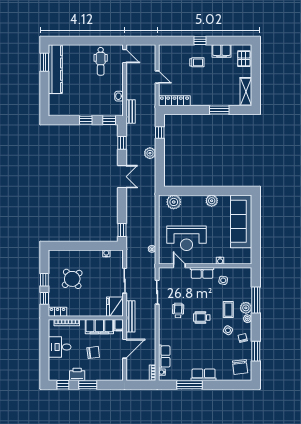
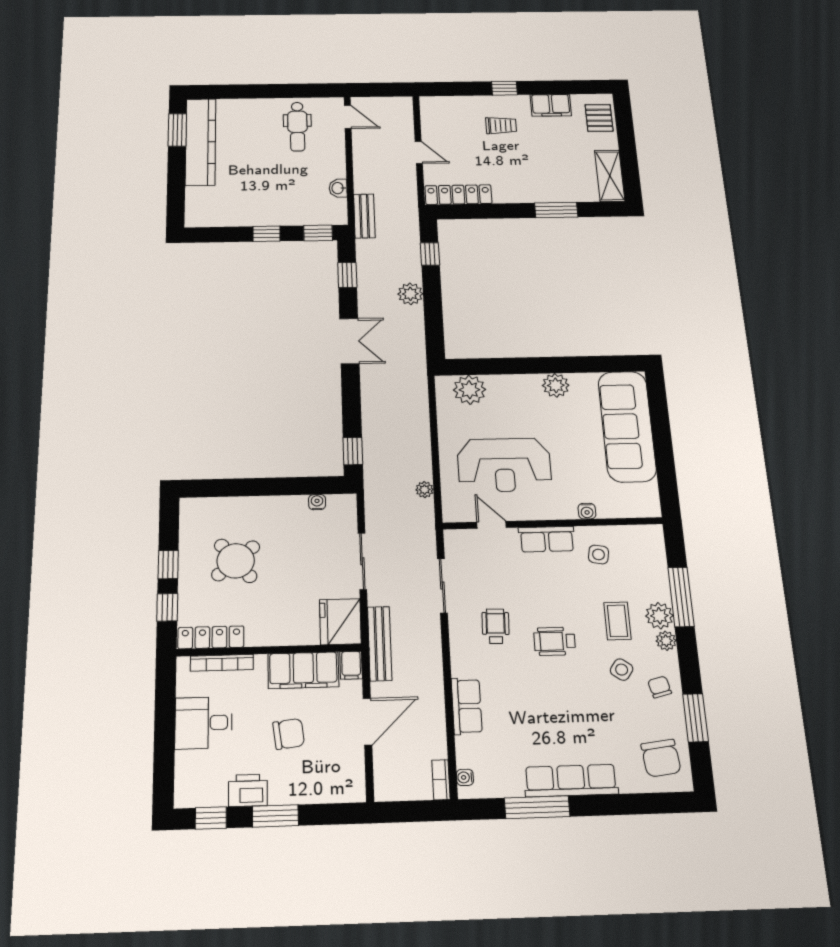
locker: (58, 312) -> (211, 637), width x1.53
row of seats: (164, 356) -> (467, 706), moved
row of seats: (204, 375) -> (571, 781), width x1.48

